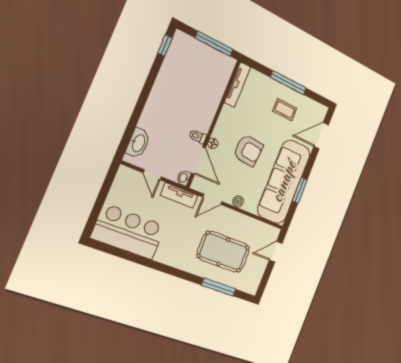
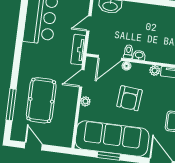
plant: (227, 112) -> (155, 70), added
washbasin: (184, 178) -> (139, 55), moved
door: (212, 199) -> (82, 78), hinge flipped
door: (276, 252) -> (33, 146), moved

